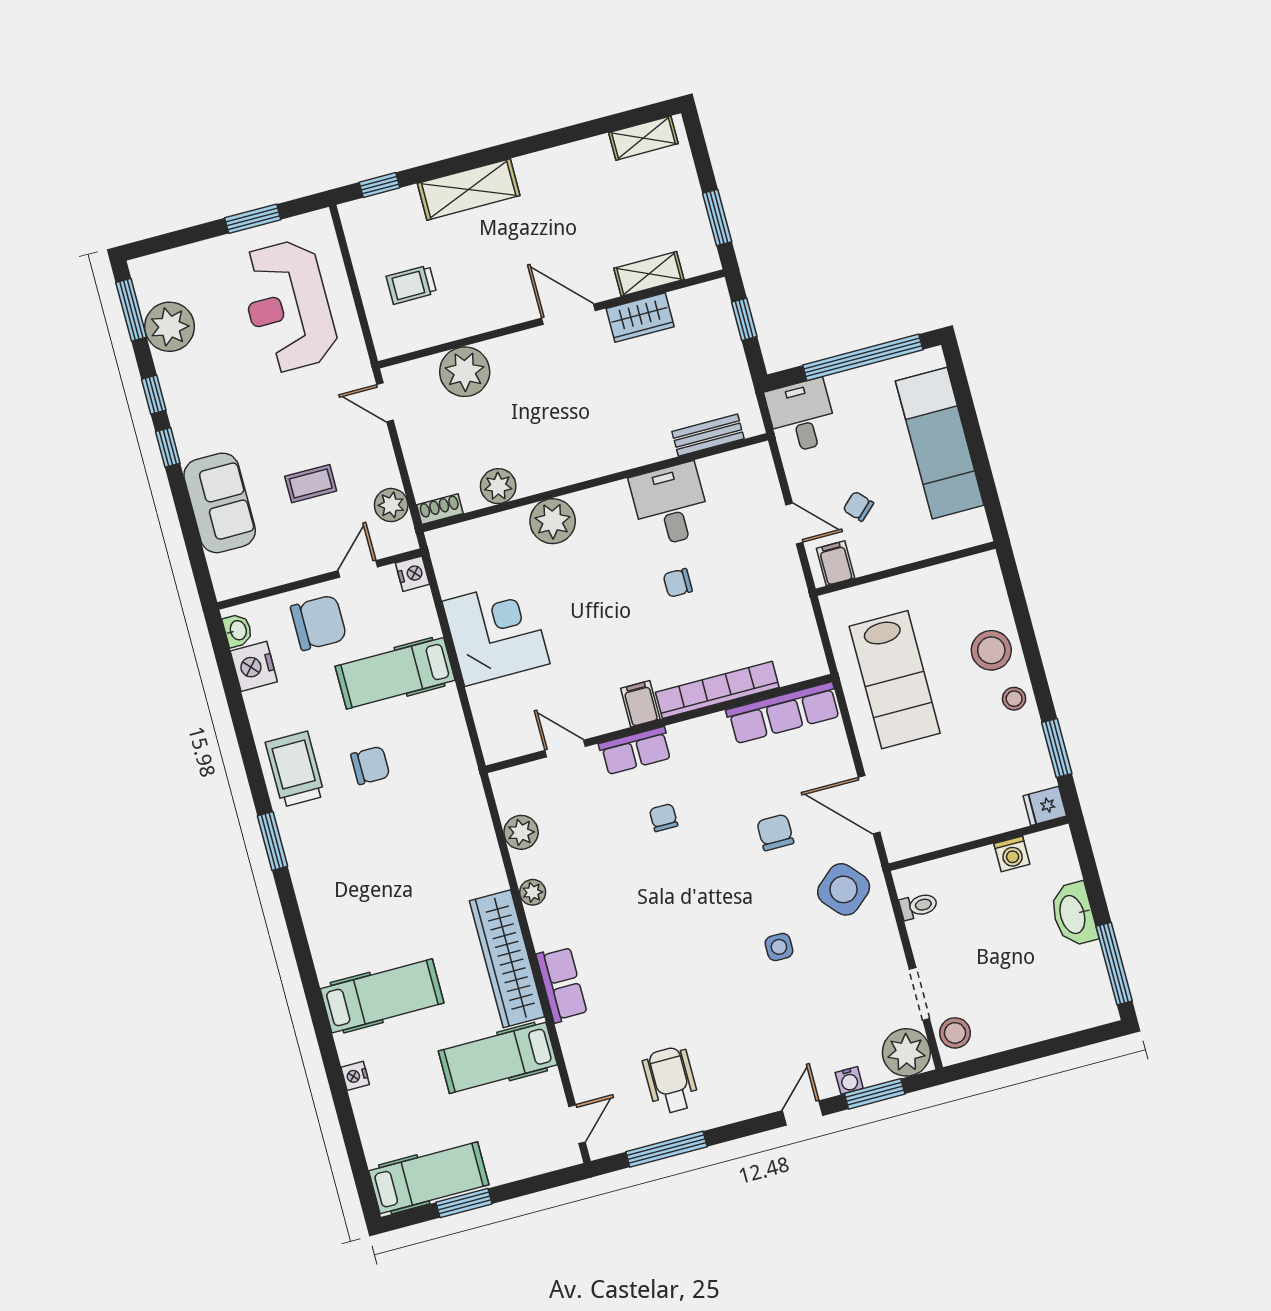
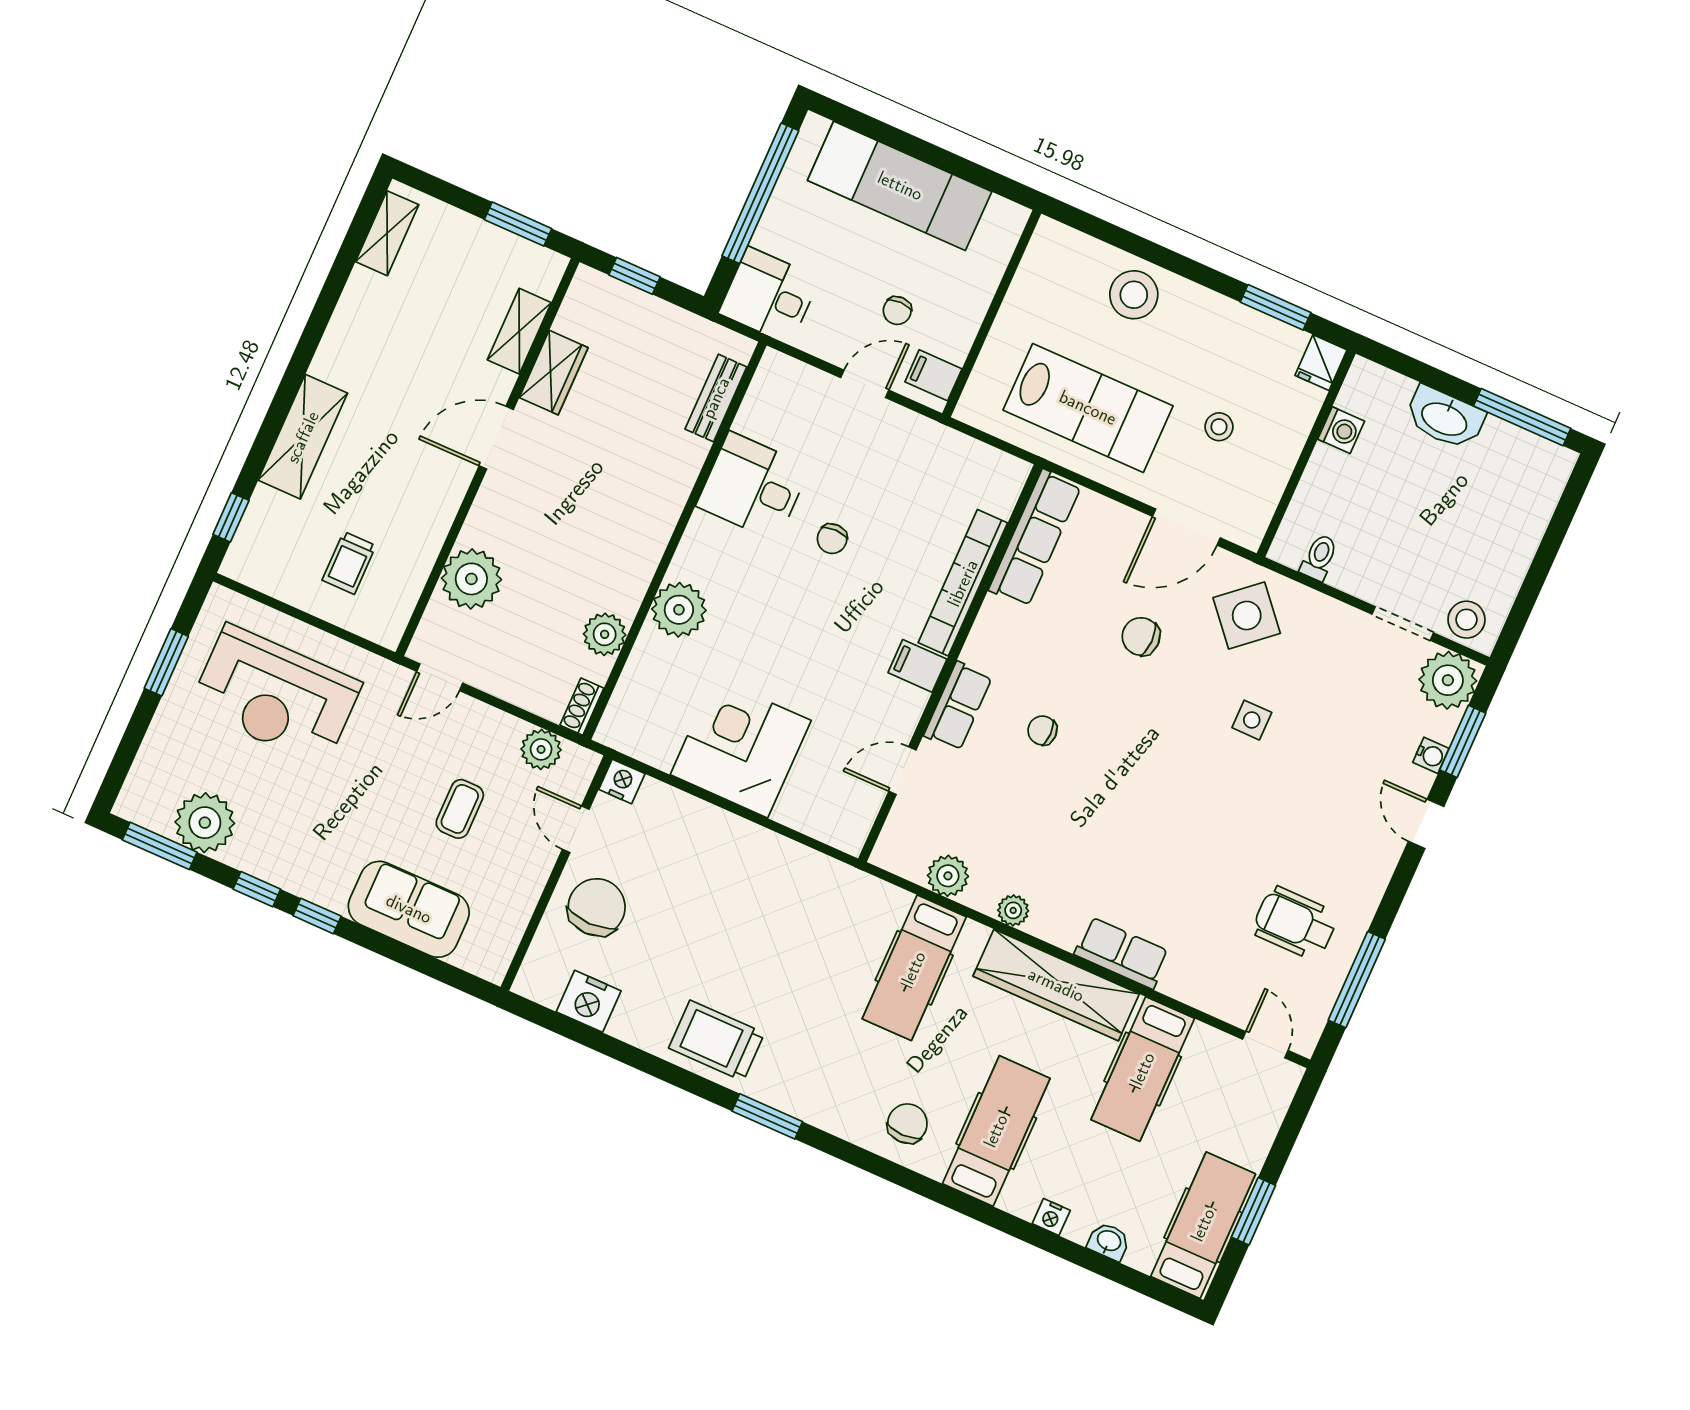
chair: (858, 506) -> (897, 311), turned -47
washbasin: (238, 630) -> (1109, 1241), moved
hospital bed: (395, 673) -> (914, 968), moved
stool: (1014, 699) -> (1219, 427), moved
chair: (370, 765) -> (907, 1124), moved

